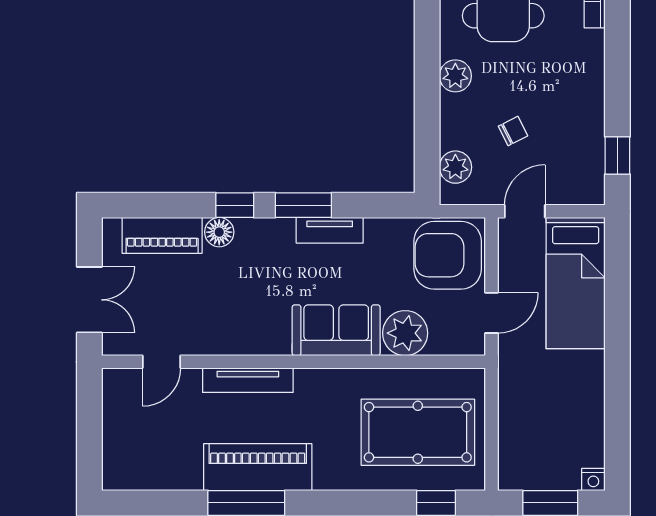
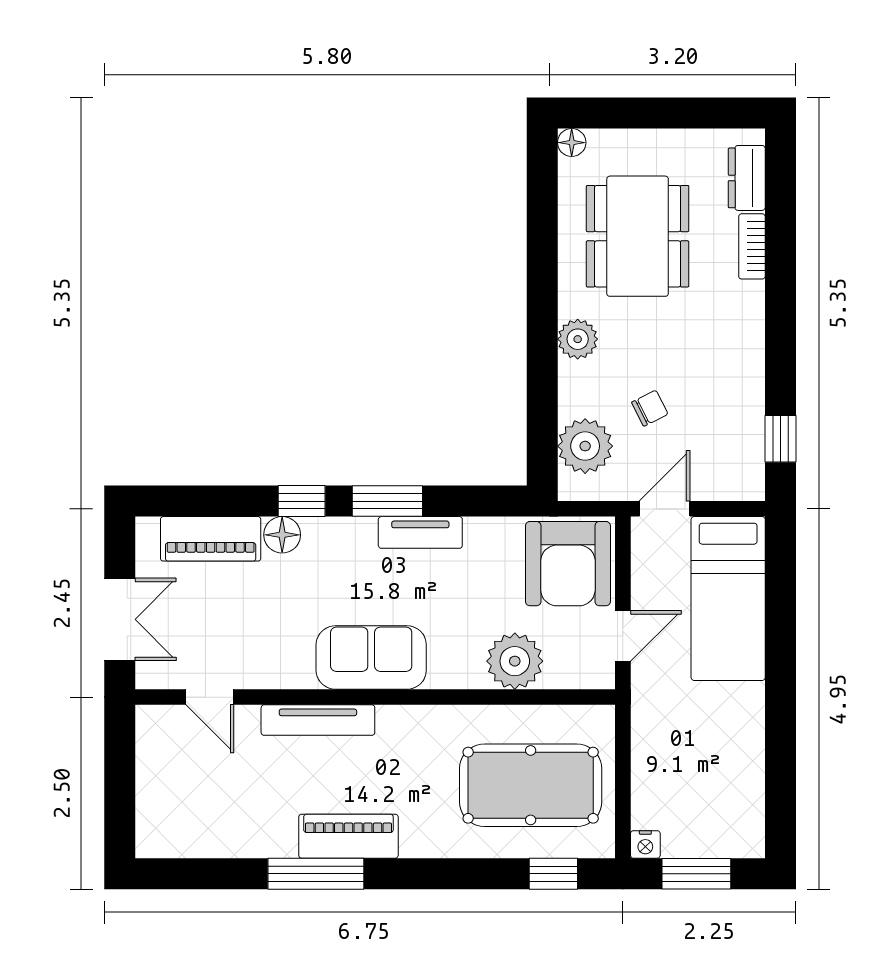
plant: (455, 167) -> (585, 446), width x1.36, depth x1.36
armchair: (448, 255) -> (568, 564), turned -90
sofa: (336, 330) -> (371, 658), moved
door: (162, 362) -> (210, 697), hinge flipped
piano: (258, 467) -> (348, 836), width x0.73, depth x0.75
nightstand: (593, 480) -> (645, 844), moved

